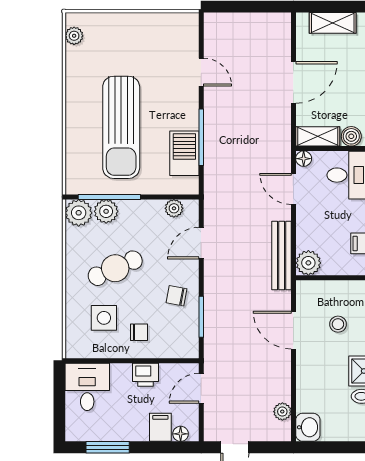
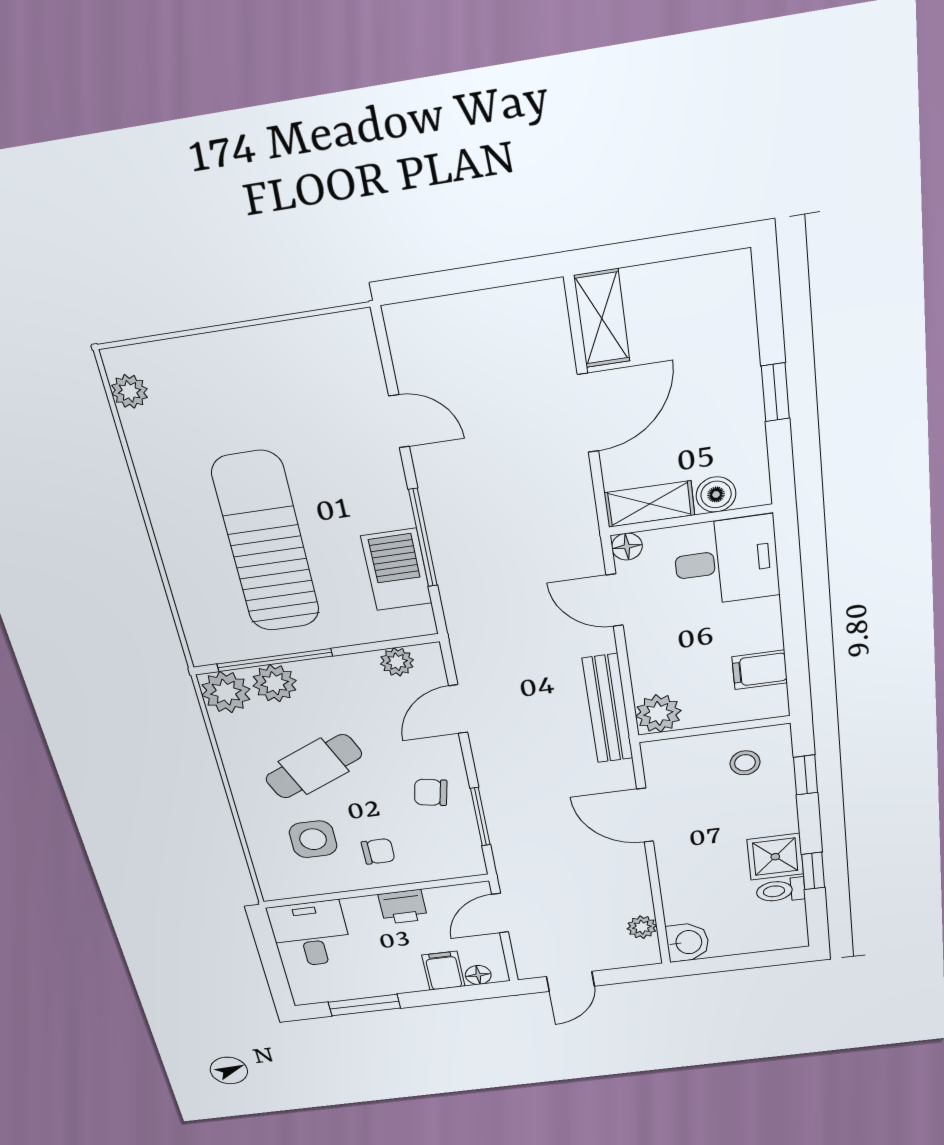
shelving: (333, 23) -> (602, 318), moved, turned 90
sun lounger: (121, 127) -> (266, 543), turned 180
stool: (338, 324) -> (745, 763), moved

